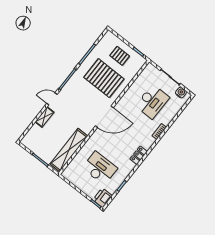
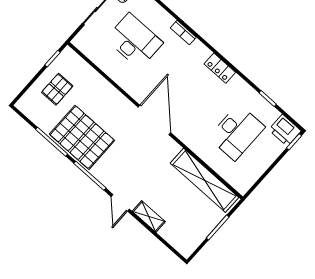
pallet: (104, 78) -> (82, 137), moved, turned 90
desk: (100, 168) -> (237, 132), turned 180

